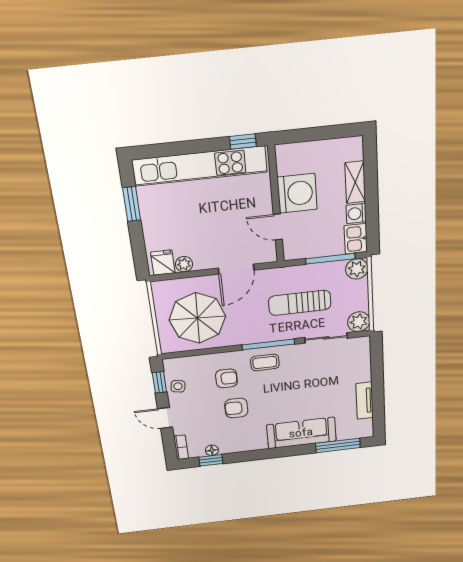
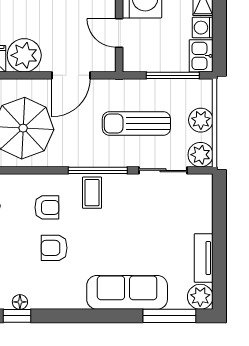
plant: (184, 264) -> (24, 55), width x1.88, depth x1.88
plant: (357, 269) -> (201, 120), moved
coffee table: (265, 362) -> (92, 193), turned 90
plant: (363, 429) -> (200, 297), added

